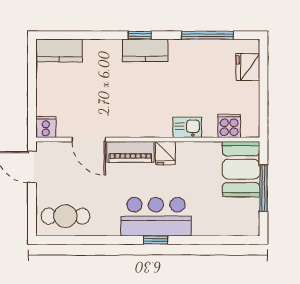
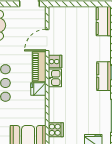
cooker: (46, 127) -> (55, 62), moved
kitchen sink: (187, 127) -> (55, 78), moved

